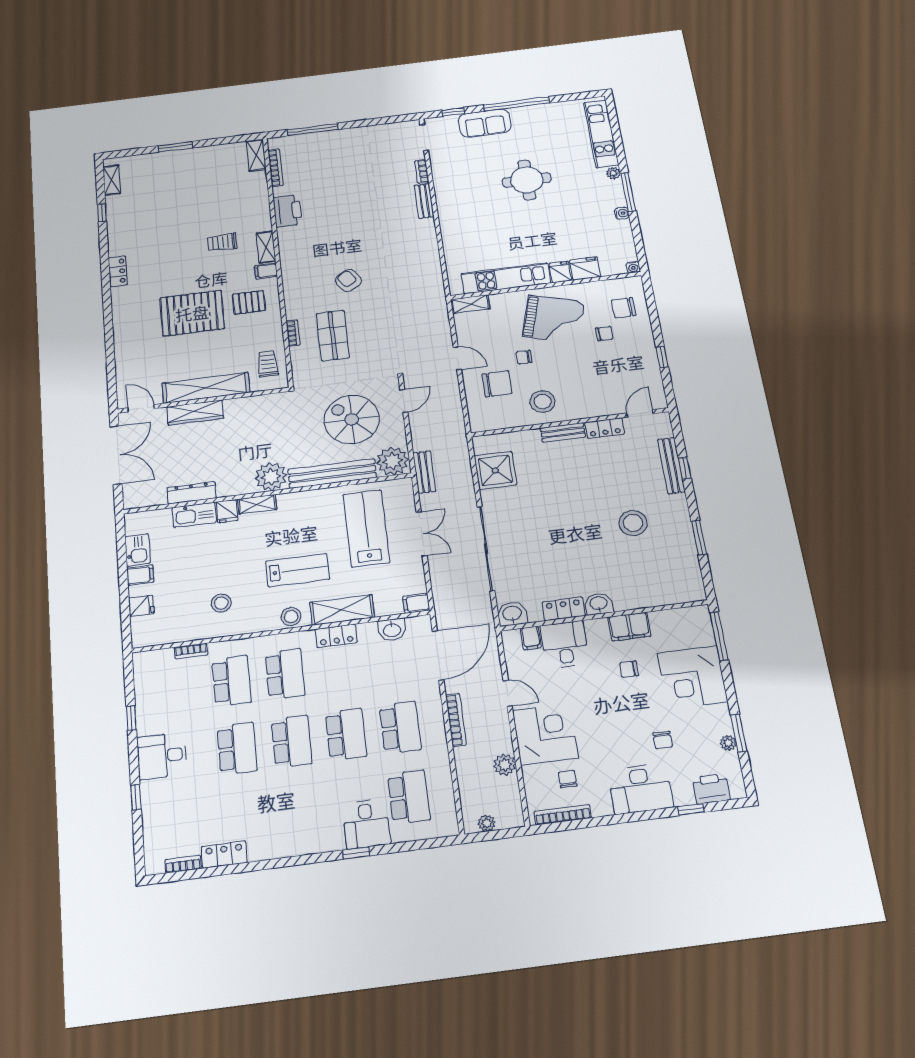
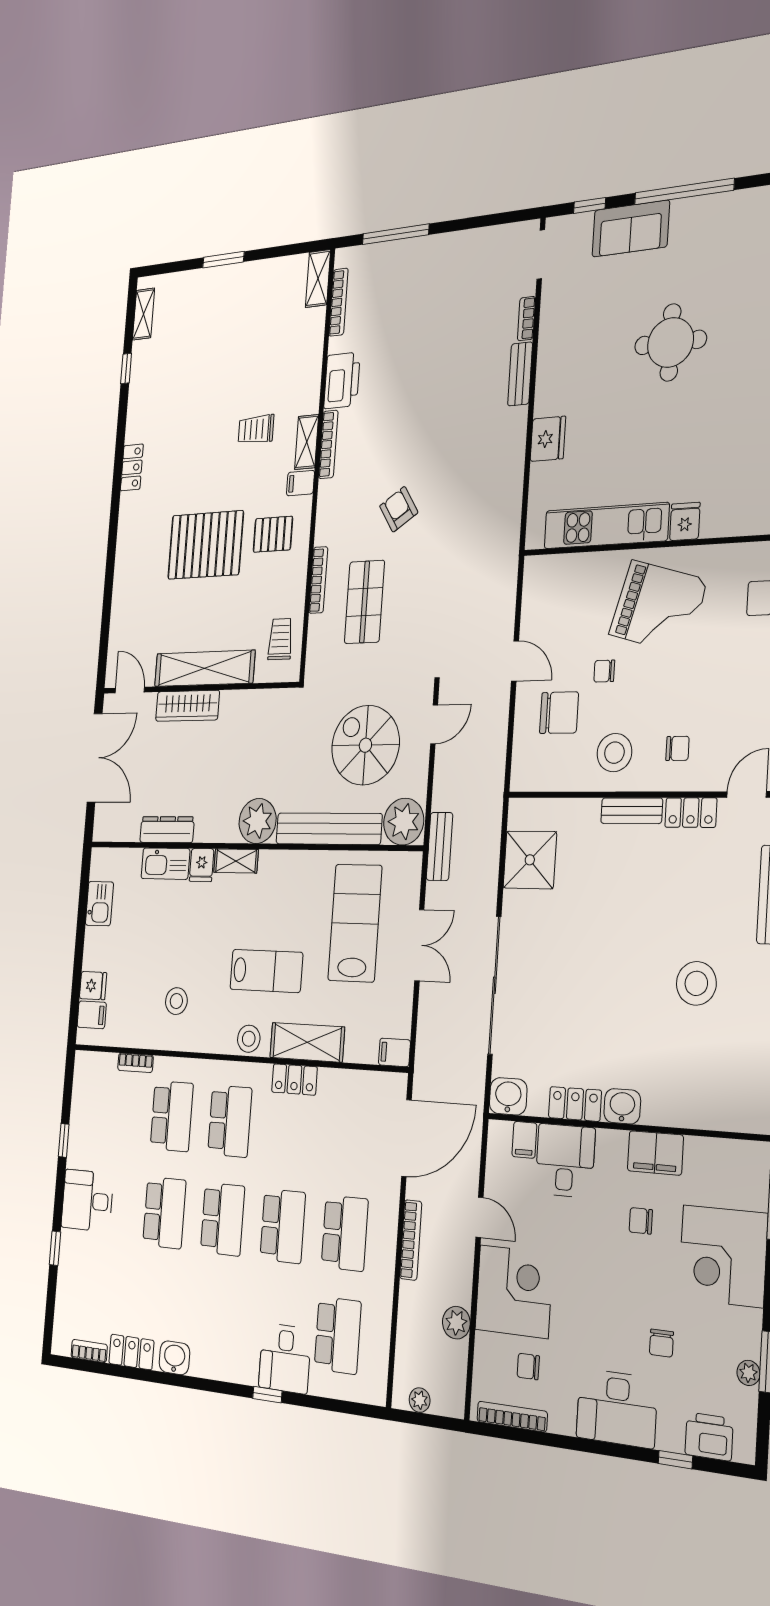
bookcase: (284, 247) -> (328, 444), added
fridge: (585, 268) -> (548, 439), moved, turned 90
shelving: (470, 304) -> (549, 567), removed
bookcase: (293, 333) -> (318, 580), width x1.56
chair: (604, 334) -> (677, 748), moved
filing cabinet: (140, 575) -> (92, 1015), moved
washbasin: (392, 630) -> (174, 1358), moved, turned 180
chair: (568, 779) -> (528, 1366), turned -90

